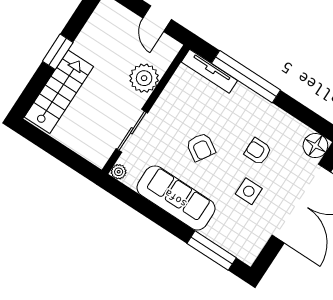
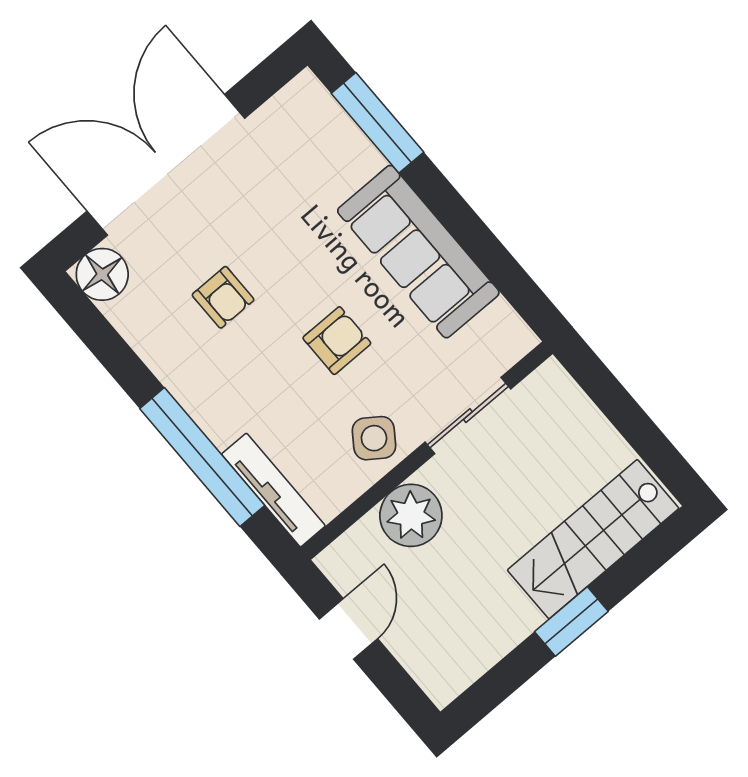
armchair: (201, 147) -> (337, 341), turned 58
plant: (119, 172) -> (520, 340), removed
side table: (249, 191) -> (374, 438), moved, turned 35

